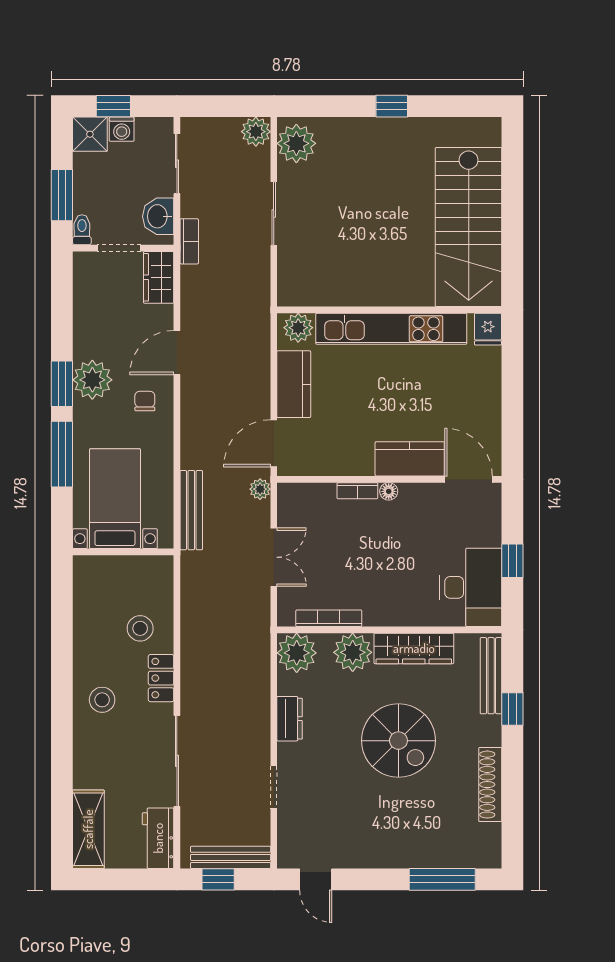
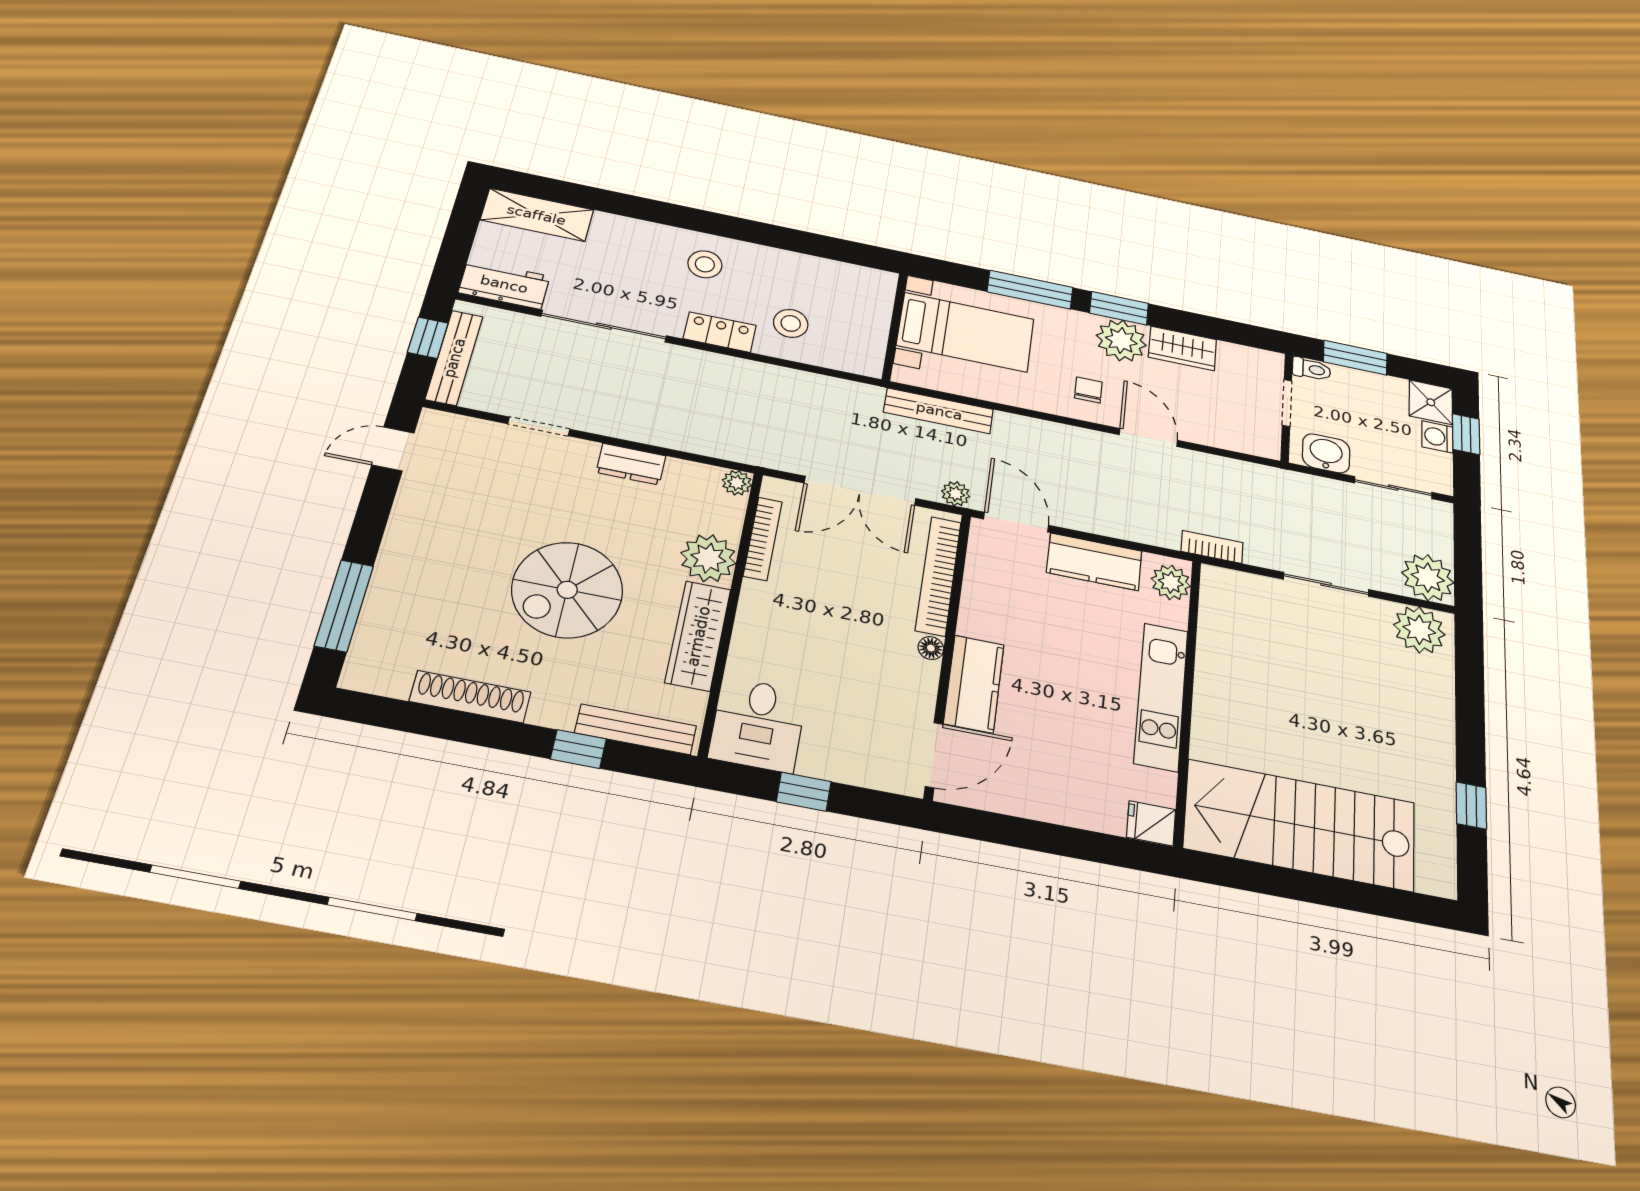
window: (392, 106) -> (1471, 805), moved
plant: (256, 132) -> (1428, 578), width x1.36, depth x1.36
bookcase: (189, 241) -> (1212, 547), moved, turned 180
wardrobe: (159, 277) -> (1182, 348), moved, turned 180
kitchen unit: (391, 329) -> (1161, 696), width x0.73
chair: (145, 401) -> (1088, 390), turned -90
bookcase: (357, 491) -> (938, 576), width x2.31, depth x1.31
double door: (274, 557) -> (860, 491), width x1.37
desk: (471, 587) -> (758, 725), width x0.73
plant: (297, 653) -> (737, 483), width x0.53, depth x0.53

